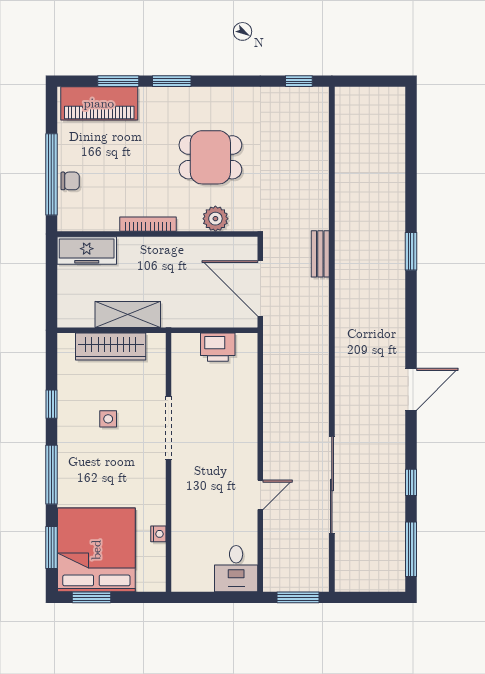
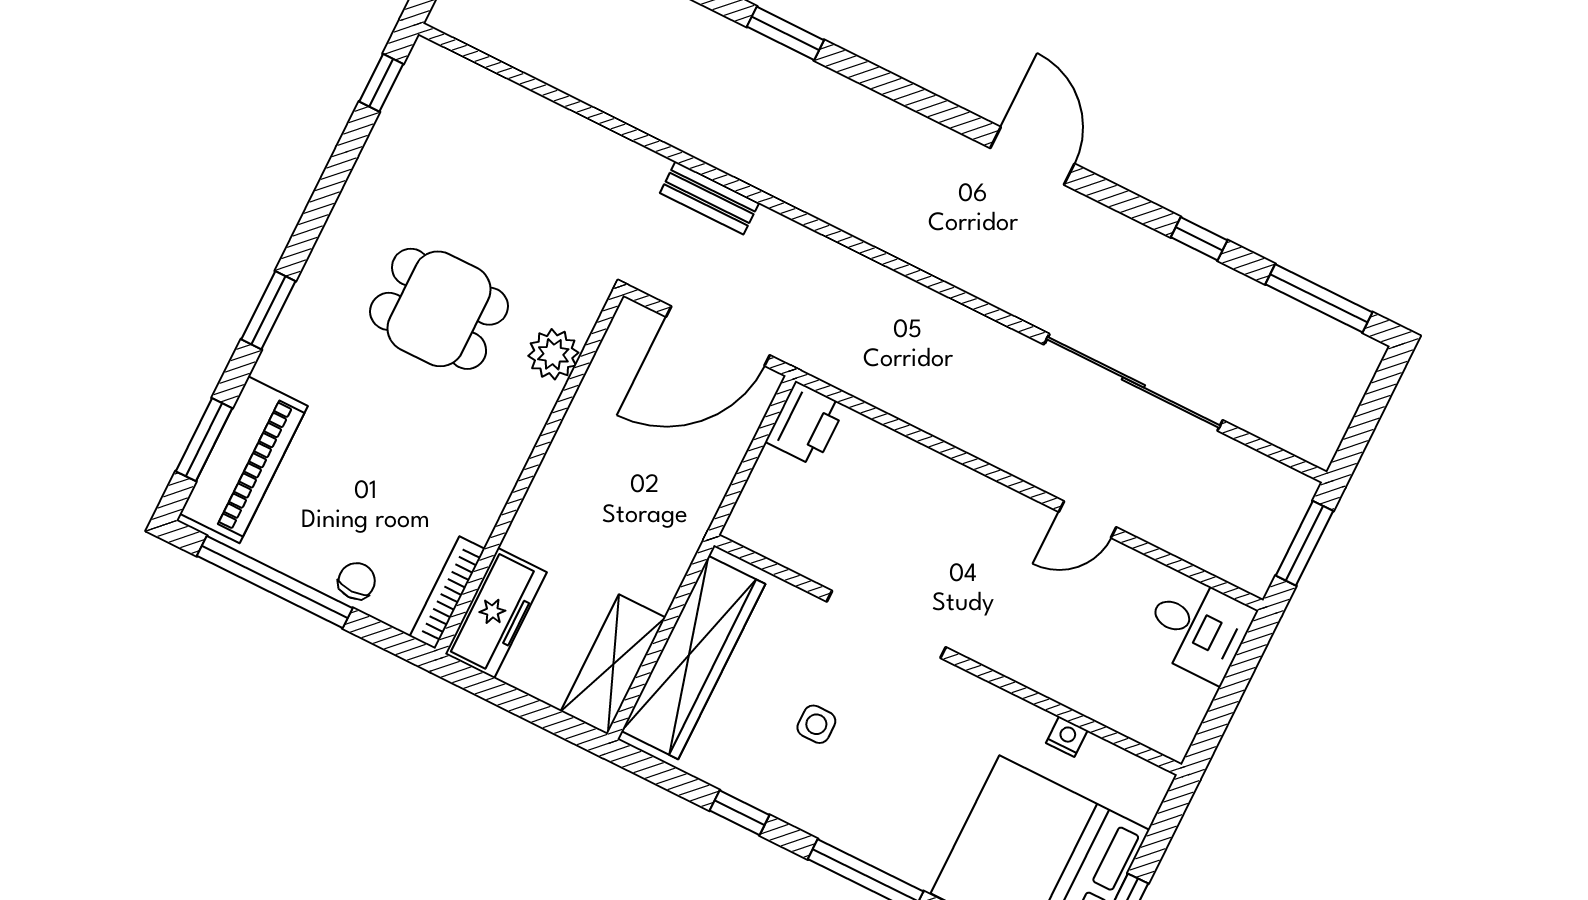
window: (118, 81) -> (204, 440), moved
dining table: (210, 157) -> (439, 309), turned 90
window: (51, 174) -> (275, 582), moved
bookcase: (148, 224) -> (447, 593), moved
shelving: (128, 315) -> (613, 664), moved
wardrobe: (111, 347) -> (693, 657), width x1.40, depth x1.17
printer: (218, 347) -> (806, 424), moved
door: (260, 495) -> (1088, 519), swing flipped

